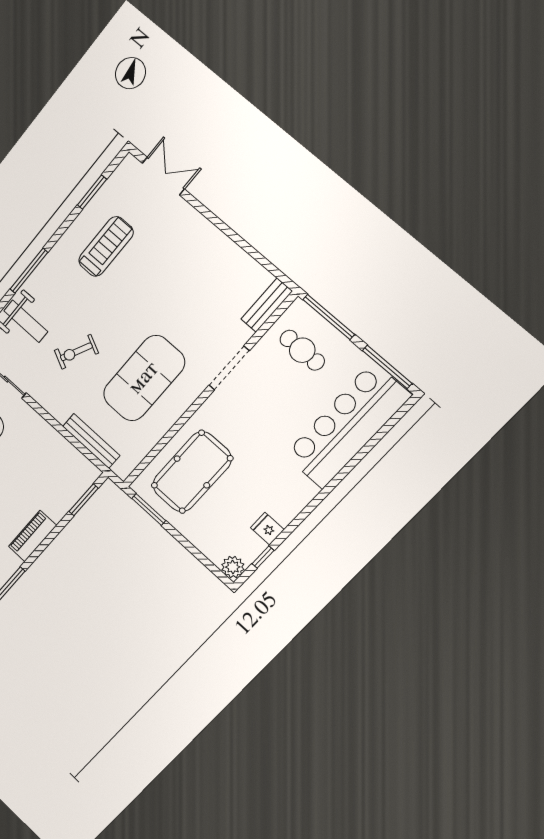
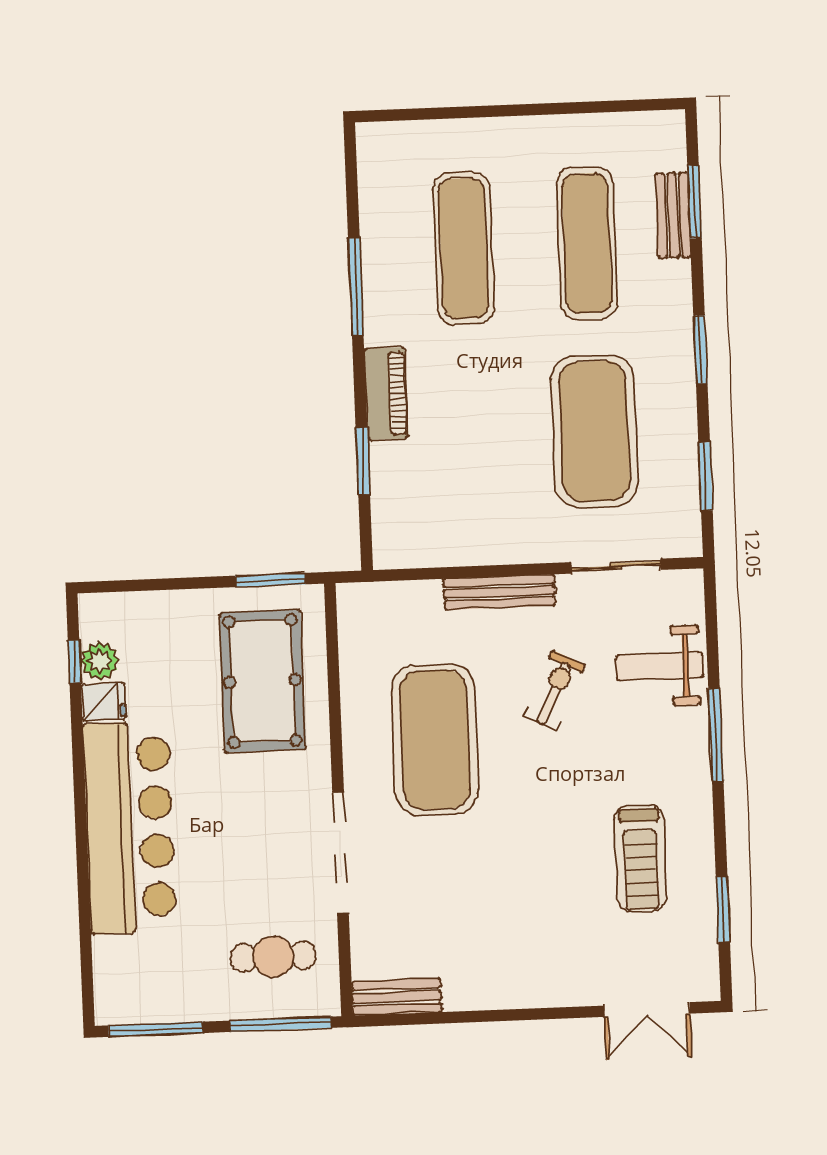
bench: (267, 305) -> (397, 997), moved, turned 90
doorway: (229, 368) -> (341, 853), width x1.36
bar counter: (347, 426) -> (130, 828), moved
bench: (91, 441) -> (499, 592), moved
window: (84, 500) -> (363, 461), moved
plant: (233, 567) -> (100, 661), moved

